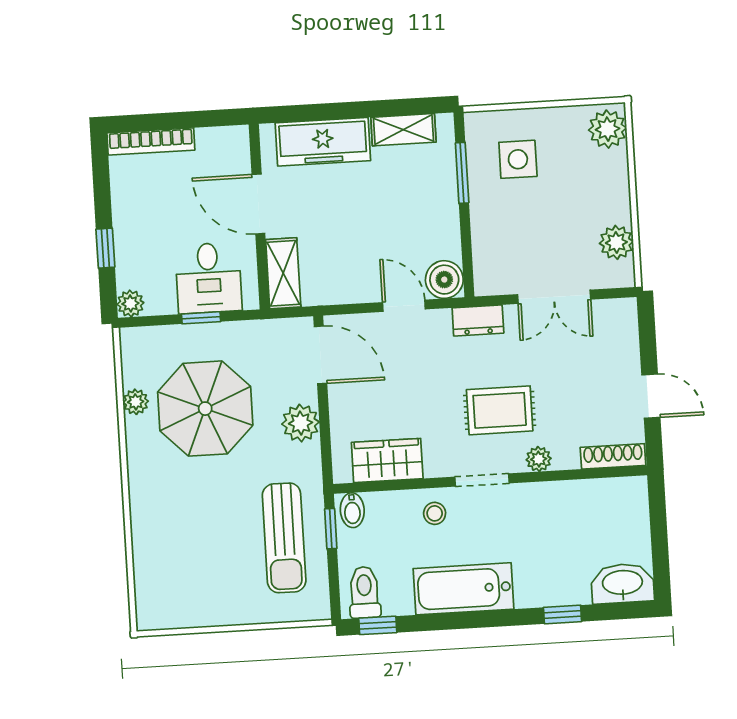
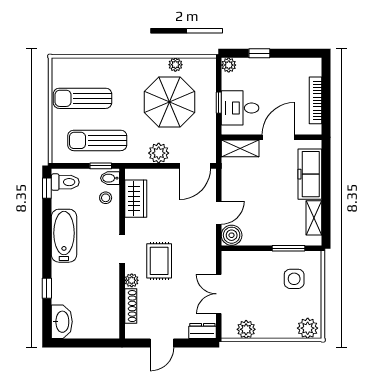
bookcase: (151, 141) -> (316, 100), moved
dresser: (478, 321) -> (202, 331), moved, turned 90
shoe rack: (613, 456) -> (131, 306), moved
stool: (435, 513) -> (106, 198), moved
sun lounger: (208, 570) -> (83, 98), added

